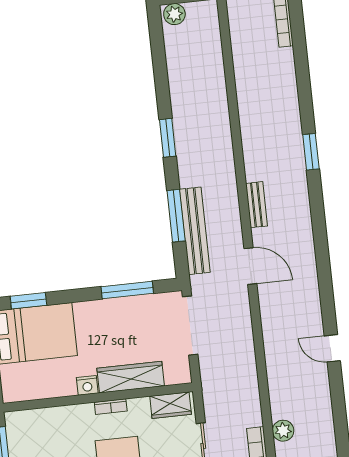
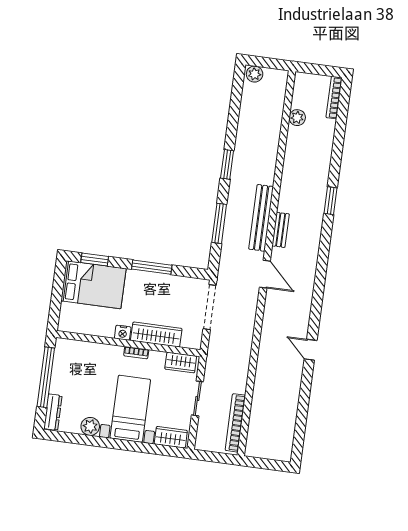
bench: (195, 231) -> (261, 218), moved
window: (127, 290) -> (152, 267), moved
plant: (283, 431) -> (297, 118), moved

